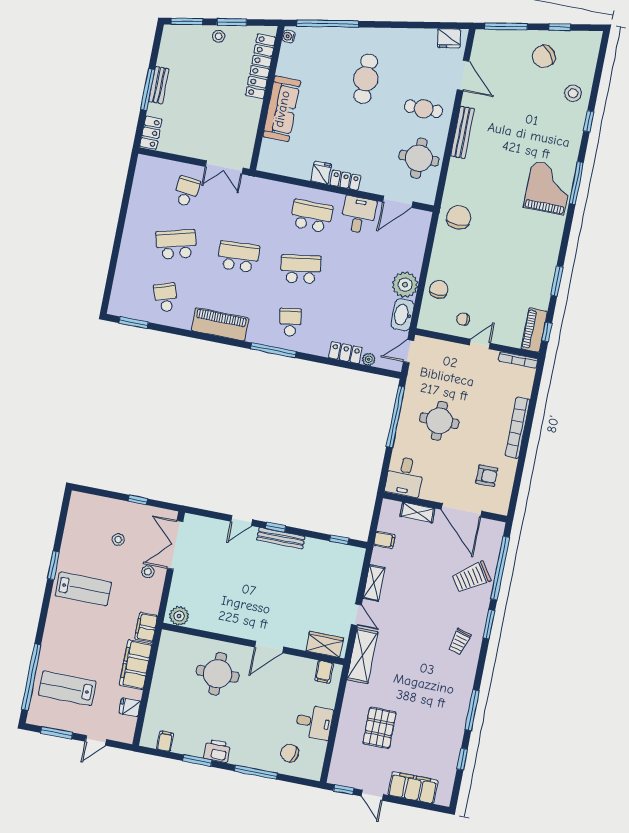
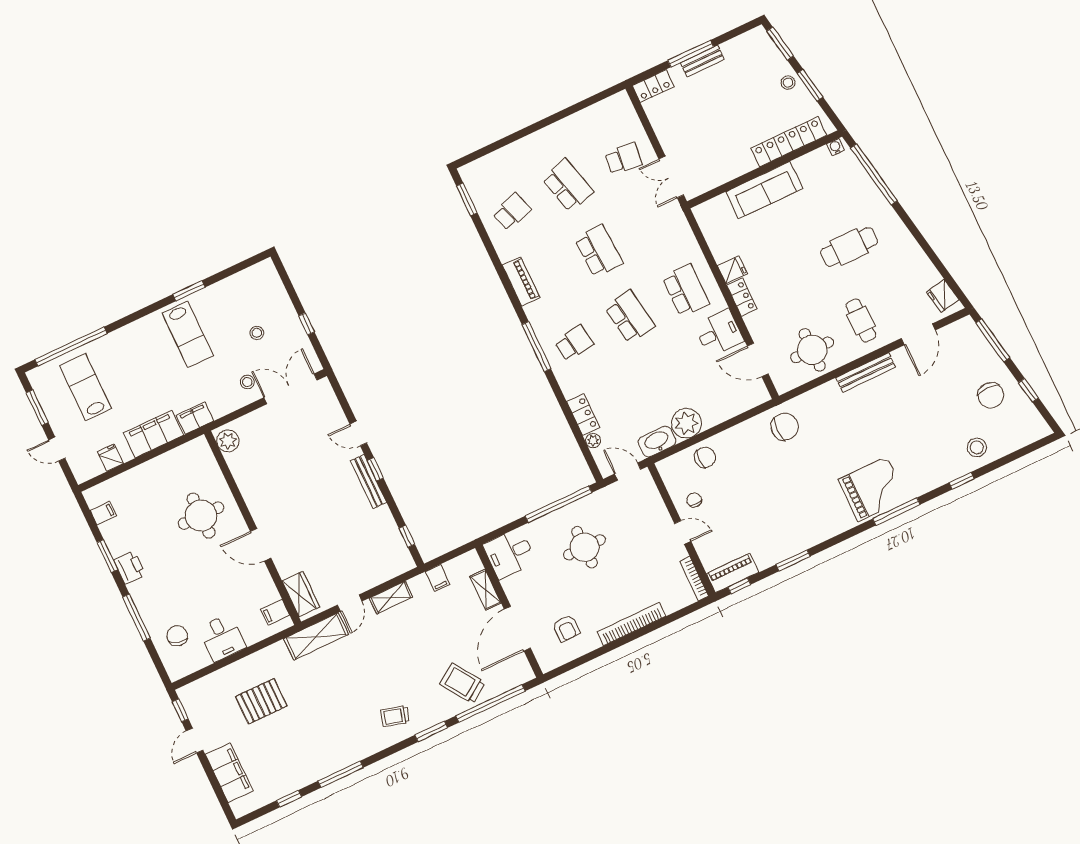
chair: (544, 56) -> (991, 395), turned -142
piano: (220, 324) -> (521, 281), width x0.73, depth x0.75

